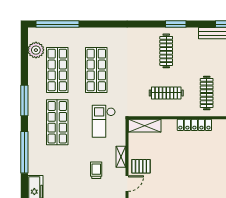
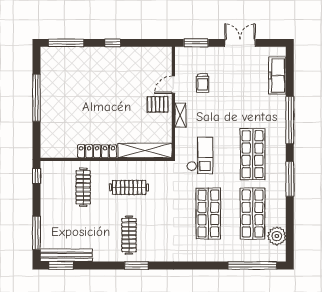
window: (176, 24) -> (136, 265), moved
shelving: (145, 126) -> (145, 150), width x1.47
trolley: (96, 170) -> (203, 83), moved

